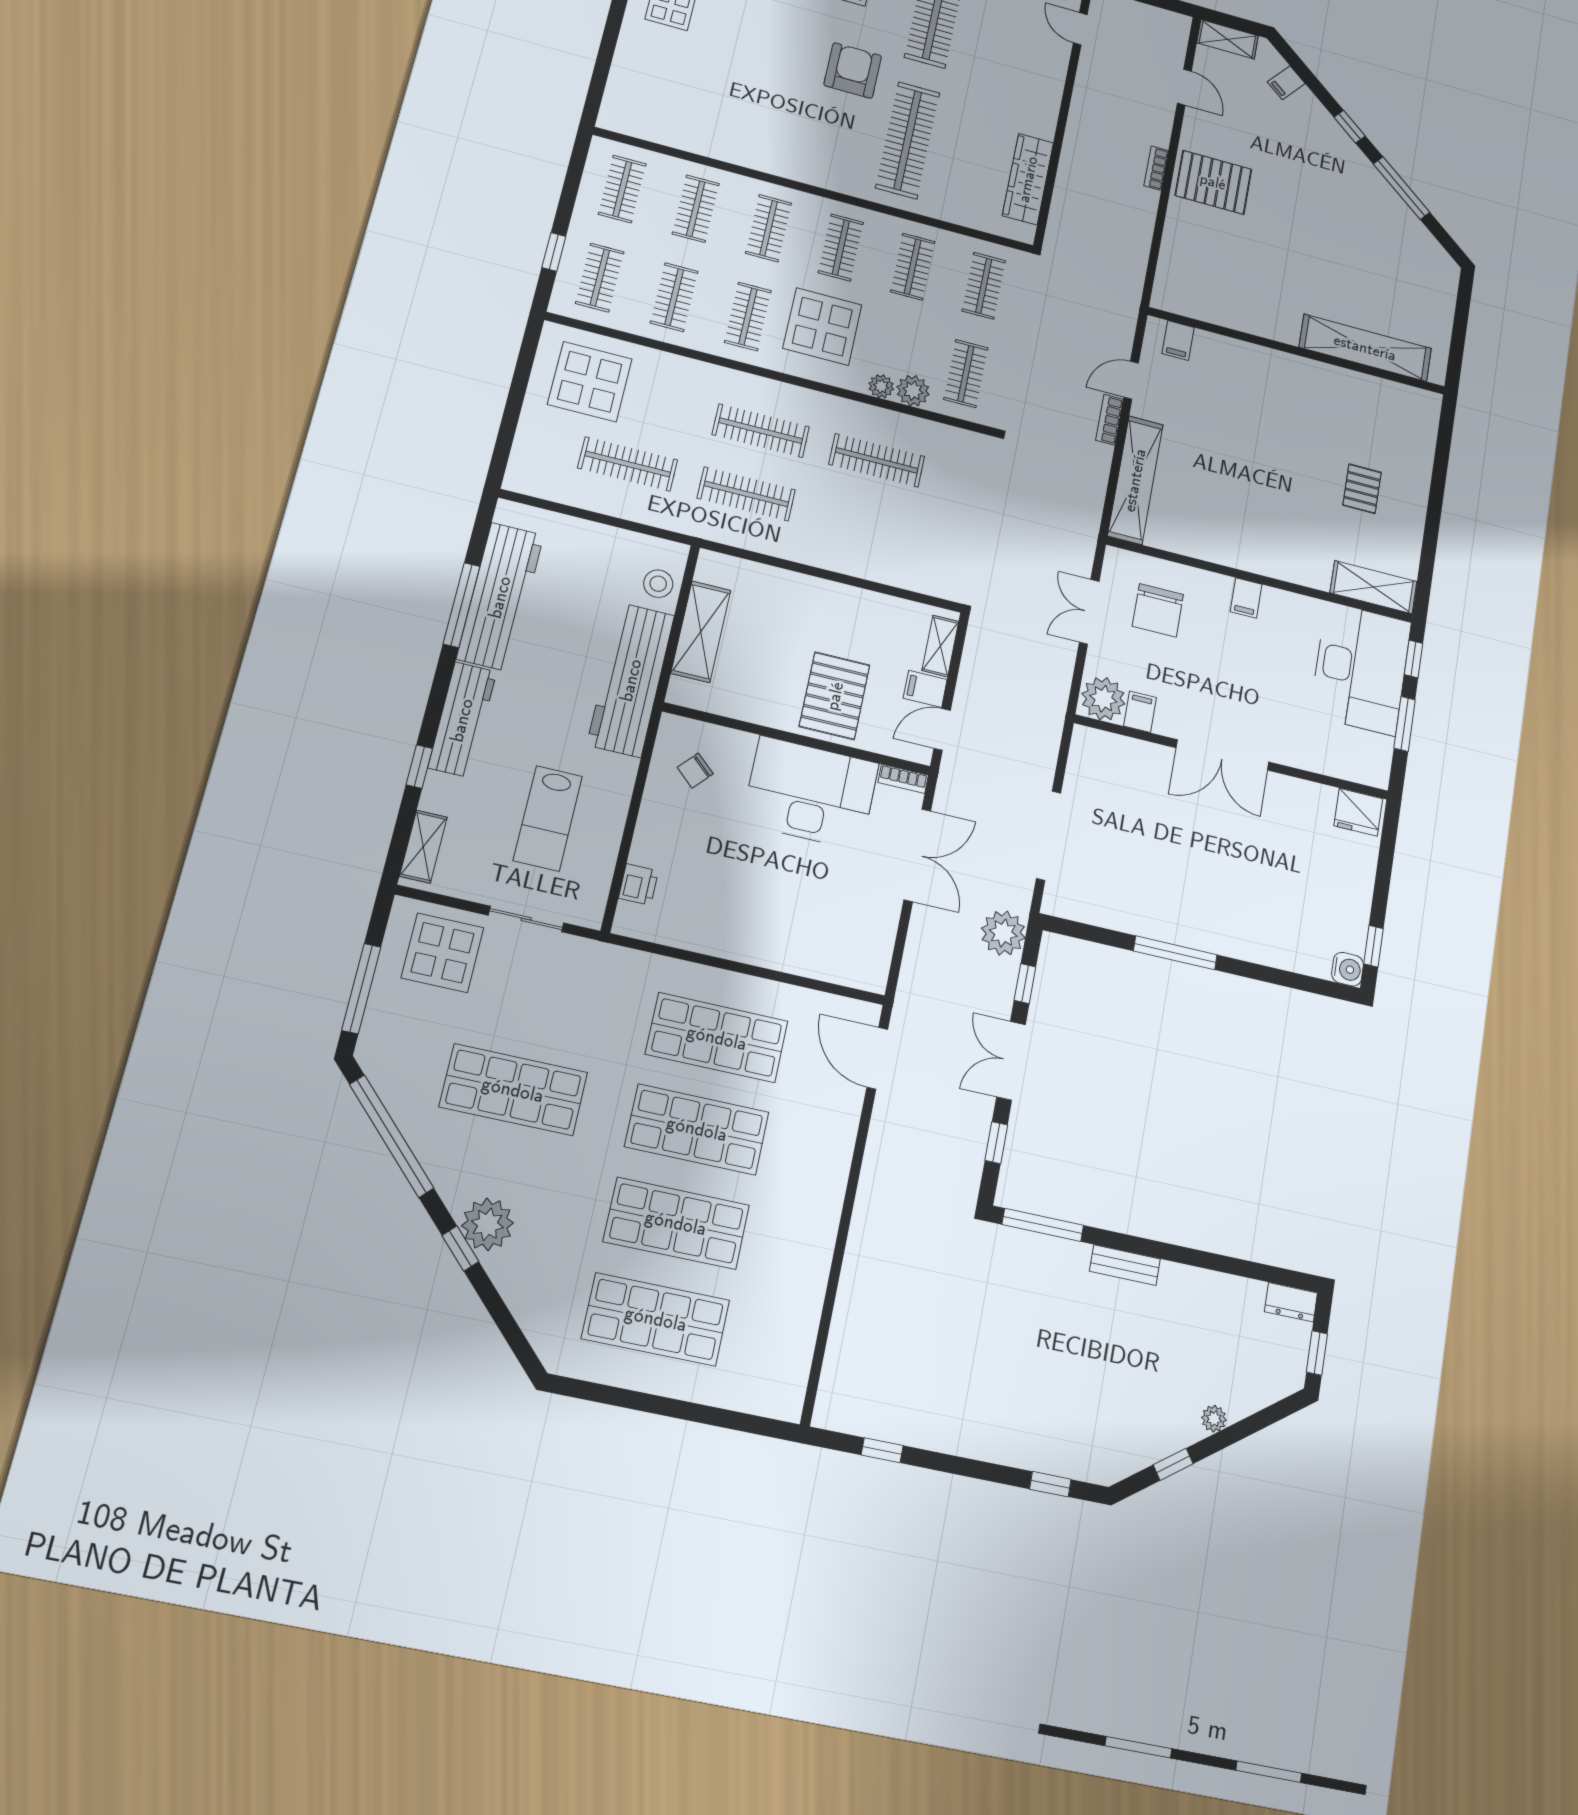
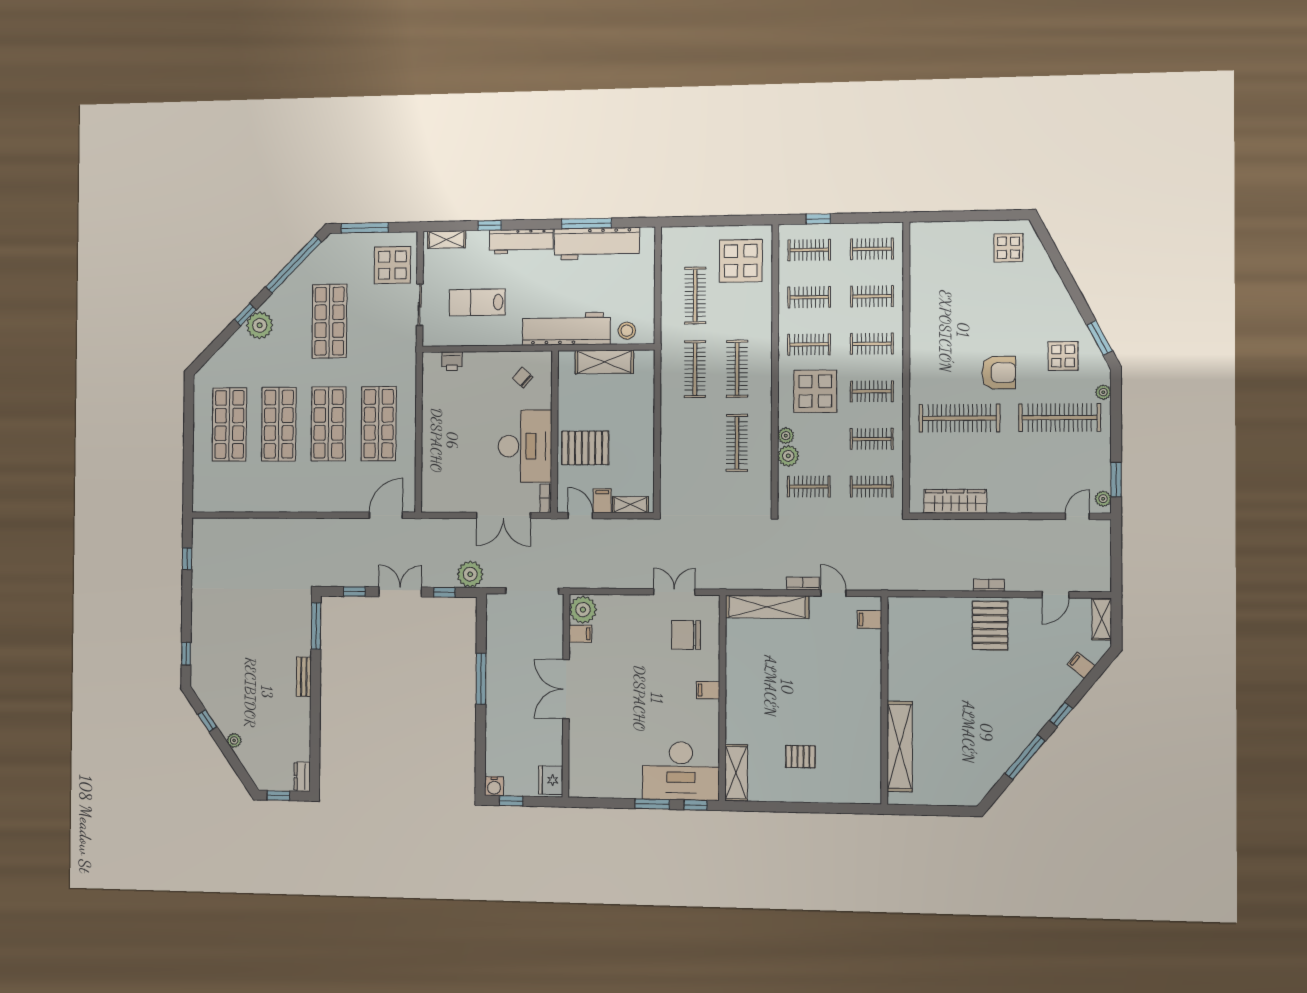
plant: (1103, 699) -> (583, 610), moved
filing cabinet: (1140, 712) -> (580, 634), moved
double door: (1222, 755) -> (566, 689), moved
wall: (1232, 757) -> (566, 696), moved
fridge: (1358, 812) -> (551, 780), moved

